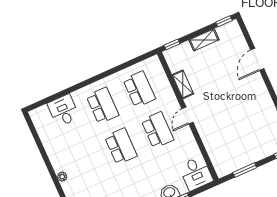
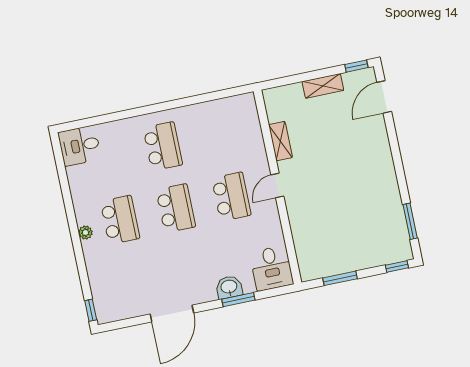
window: (172, 44) -> (277, 83), removed
door: (257, 59) -> (384, 97), moved
school desk: (139, 89) -> (120, 220), moved
desk: (63, 111) -> (80, 146), moved, turned -90

